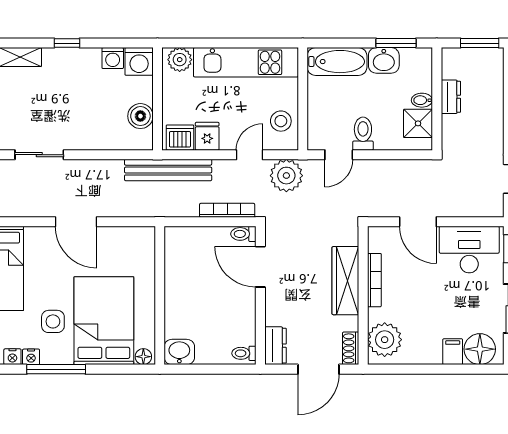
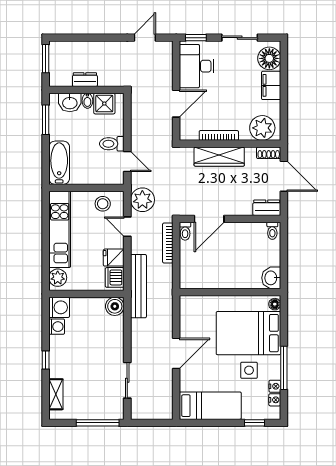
washbasin: (384, 60) -> (70, 103), moved, turned 90
boiler: (140, 116) -> (115, 306), moved
filing cabinet: (453, 352) -> (271, 85), width x2.00

